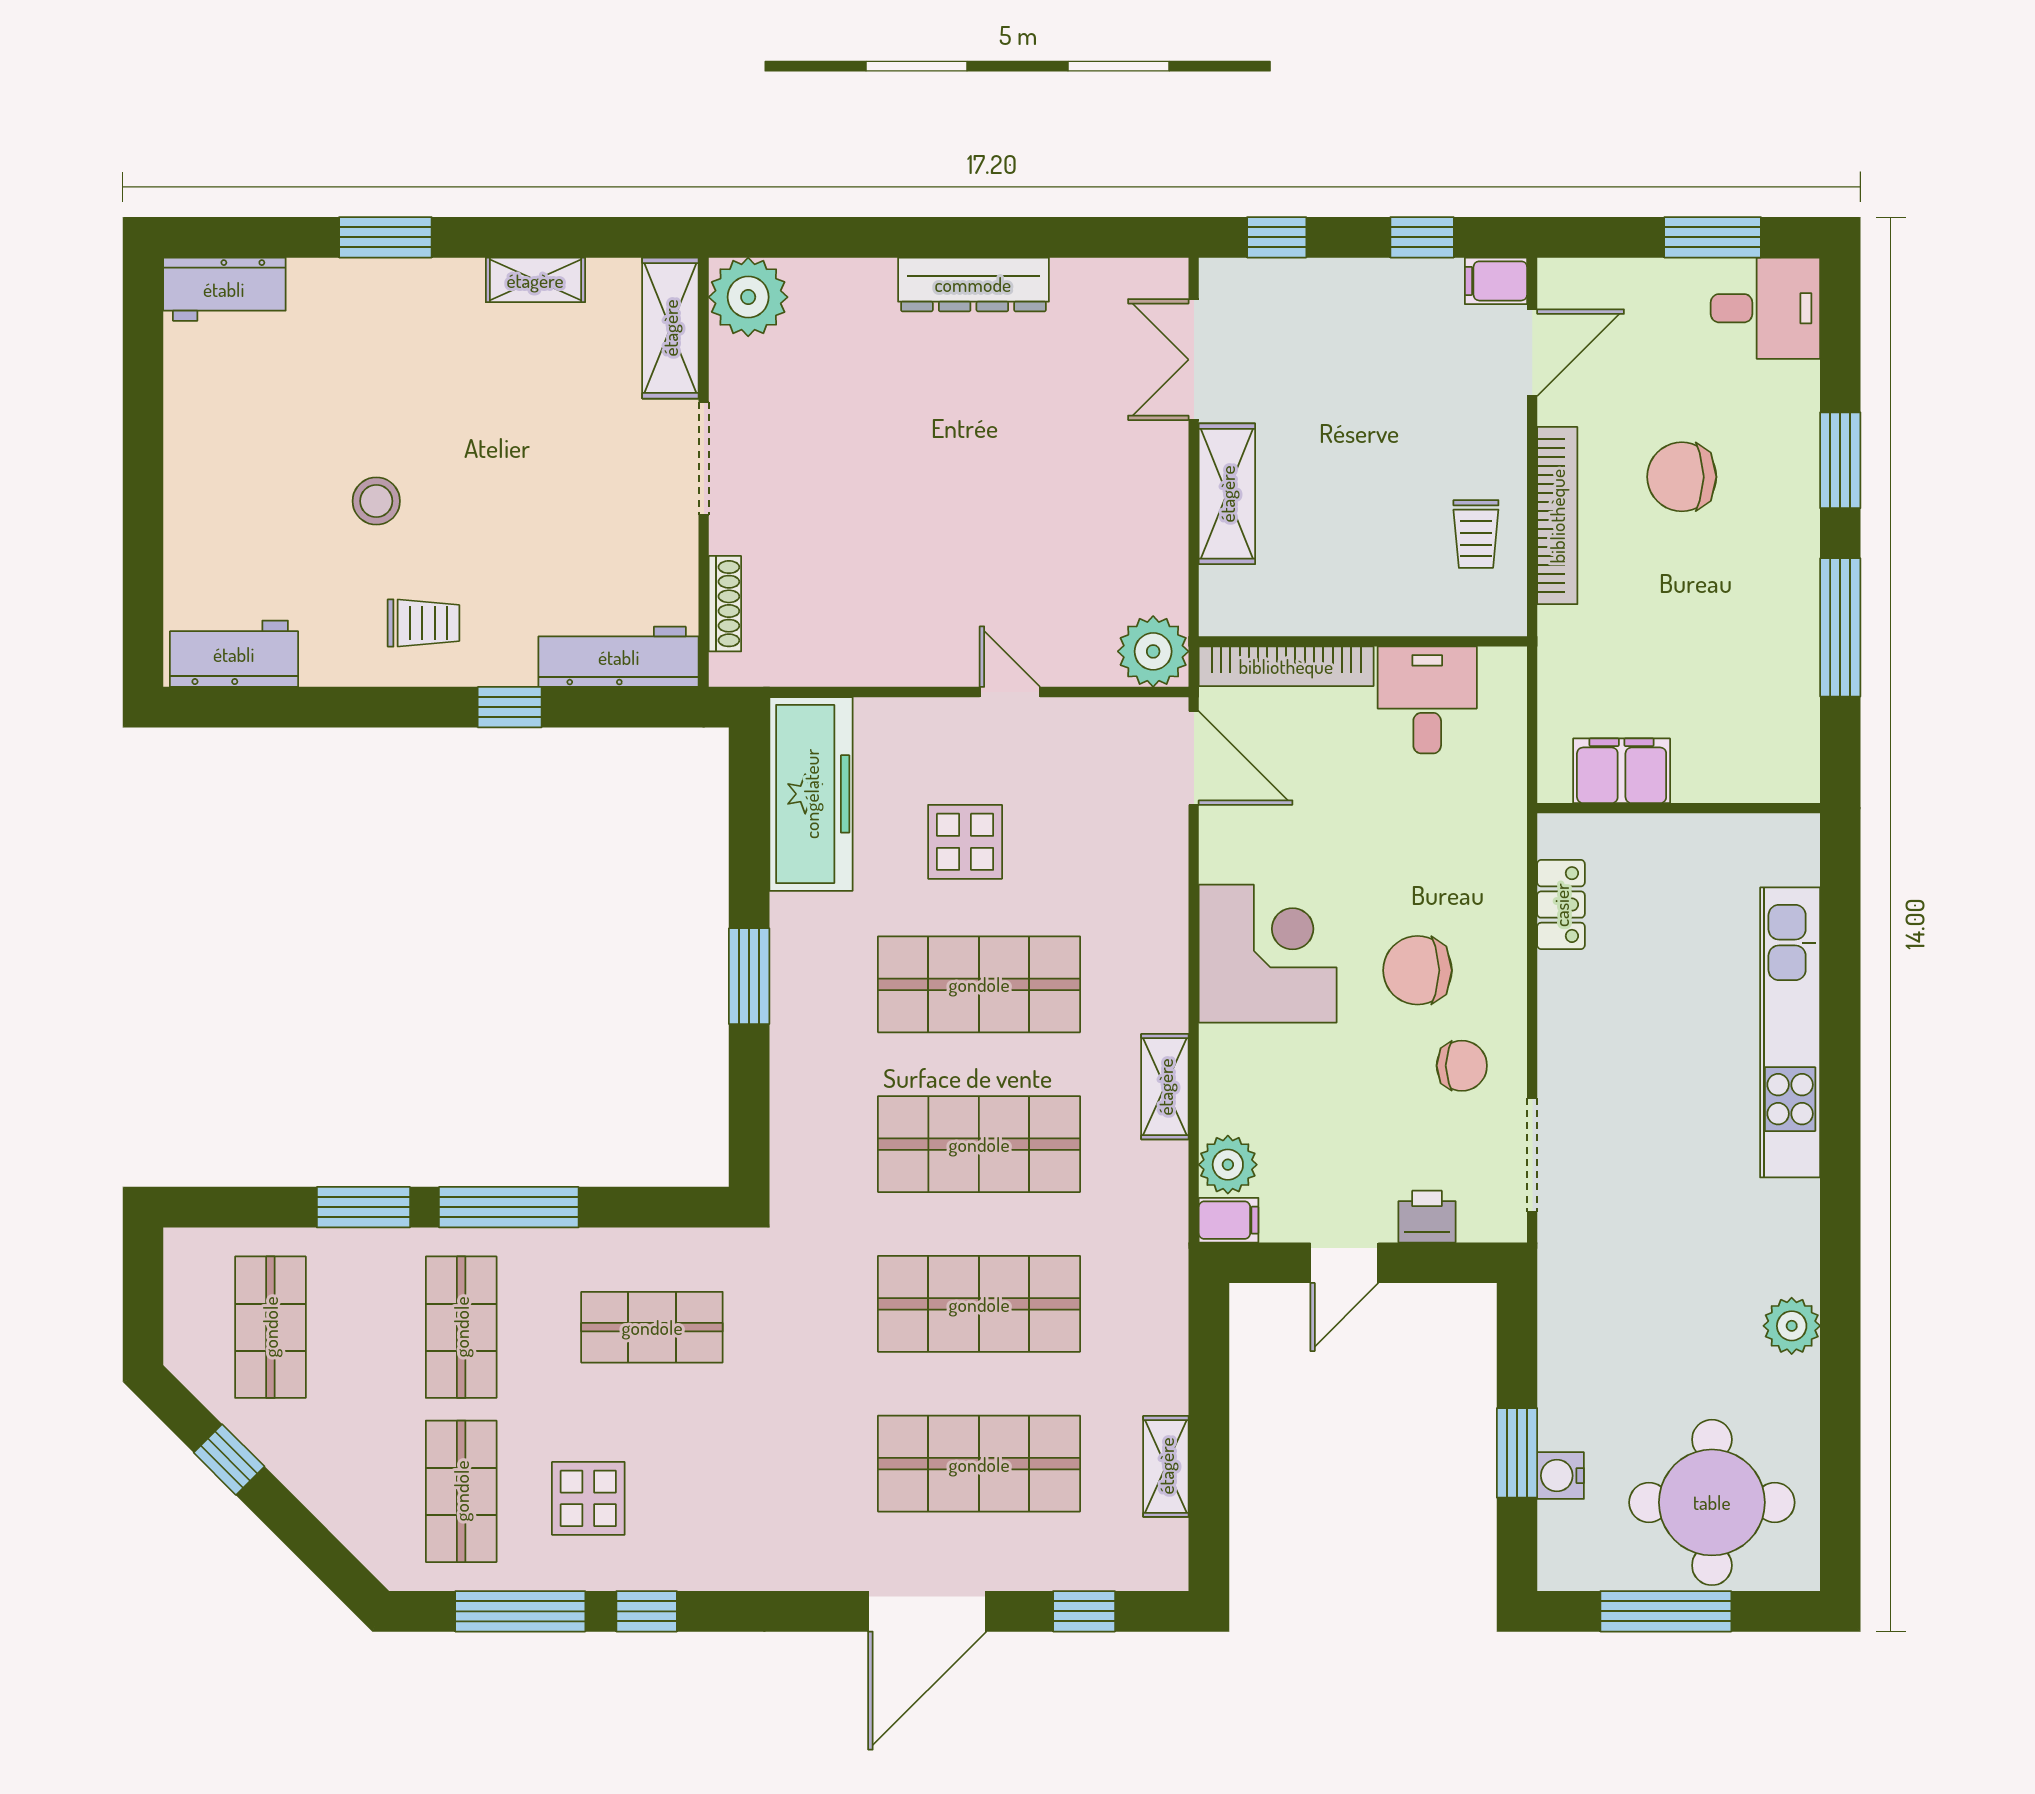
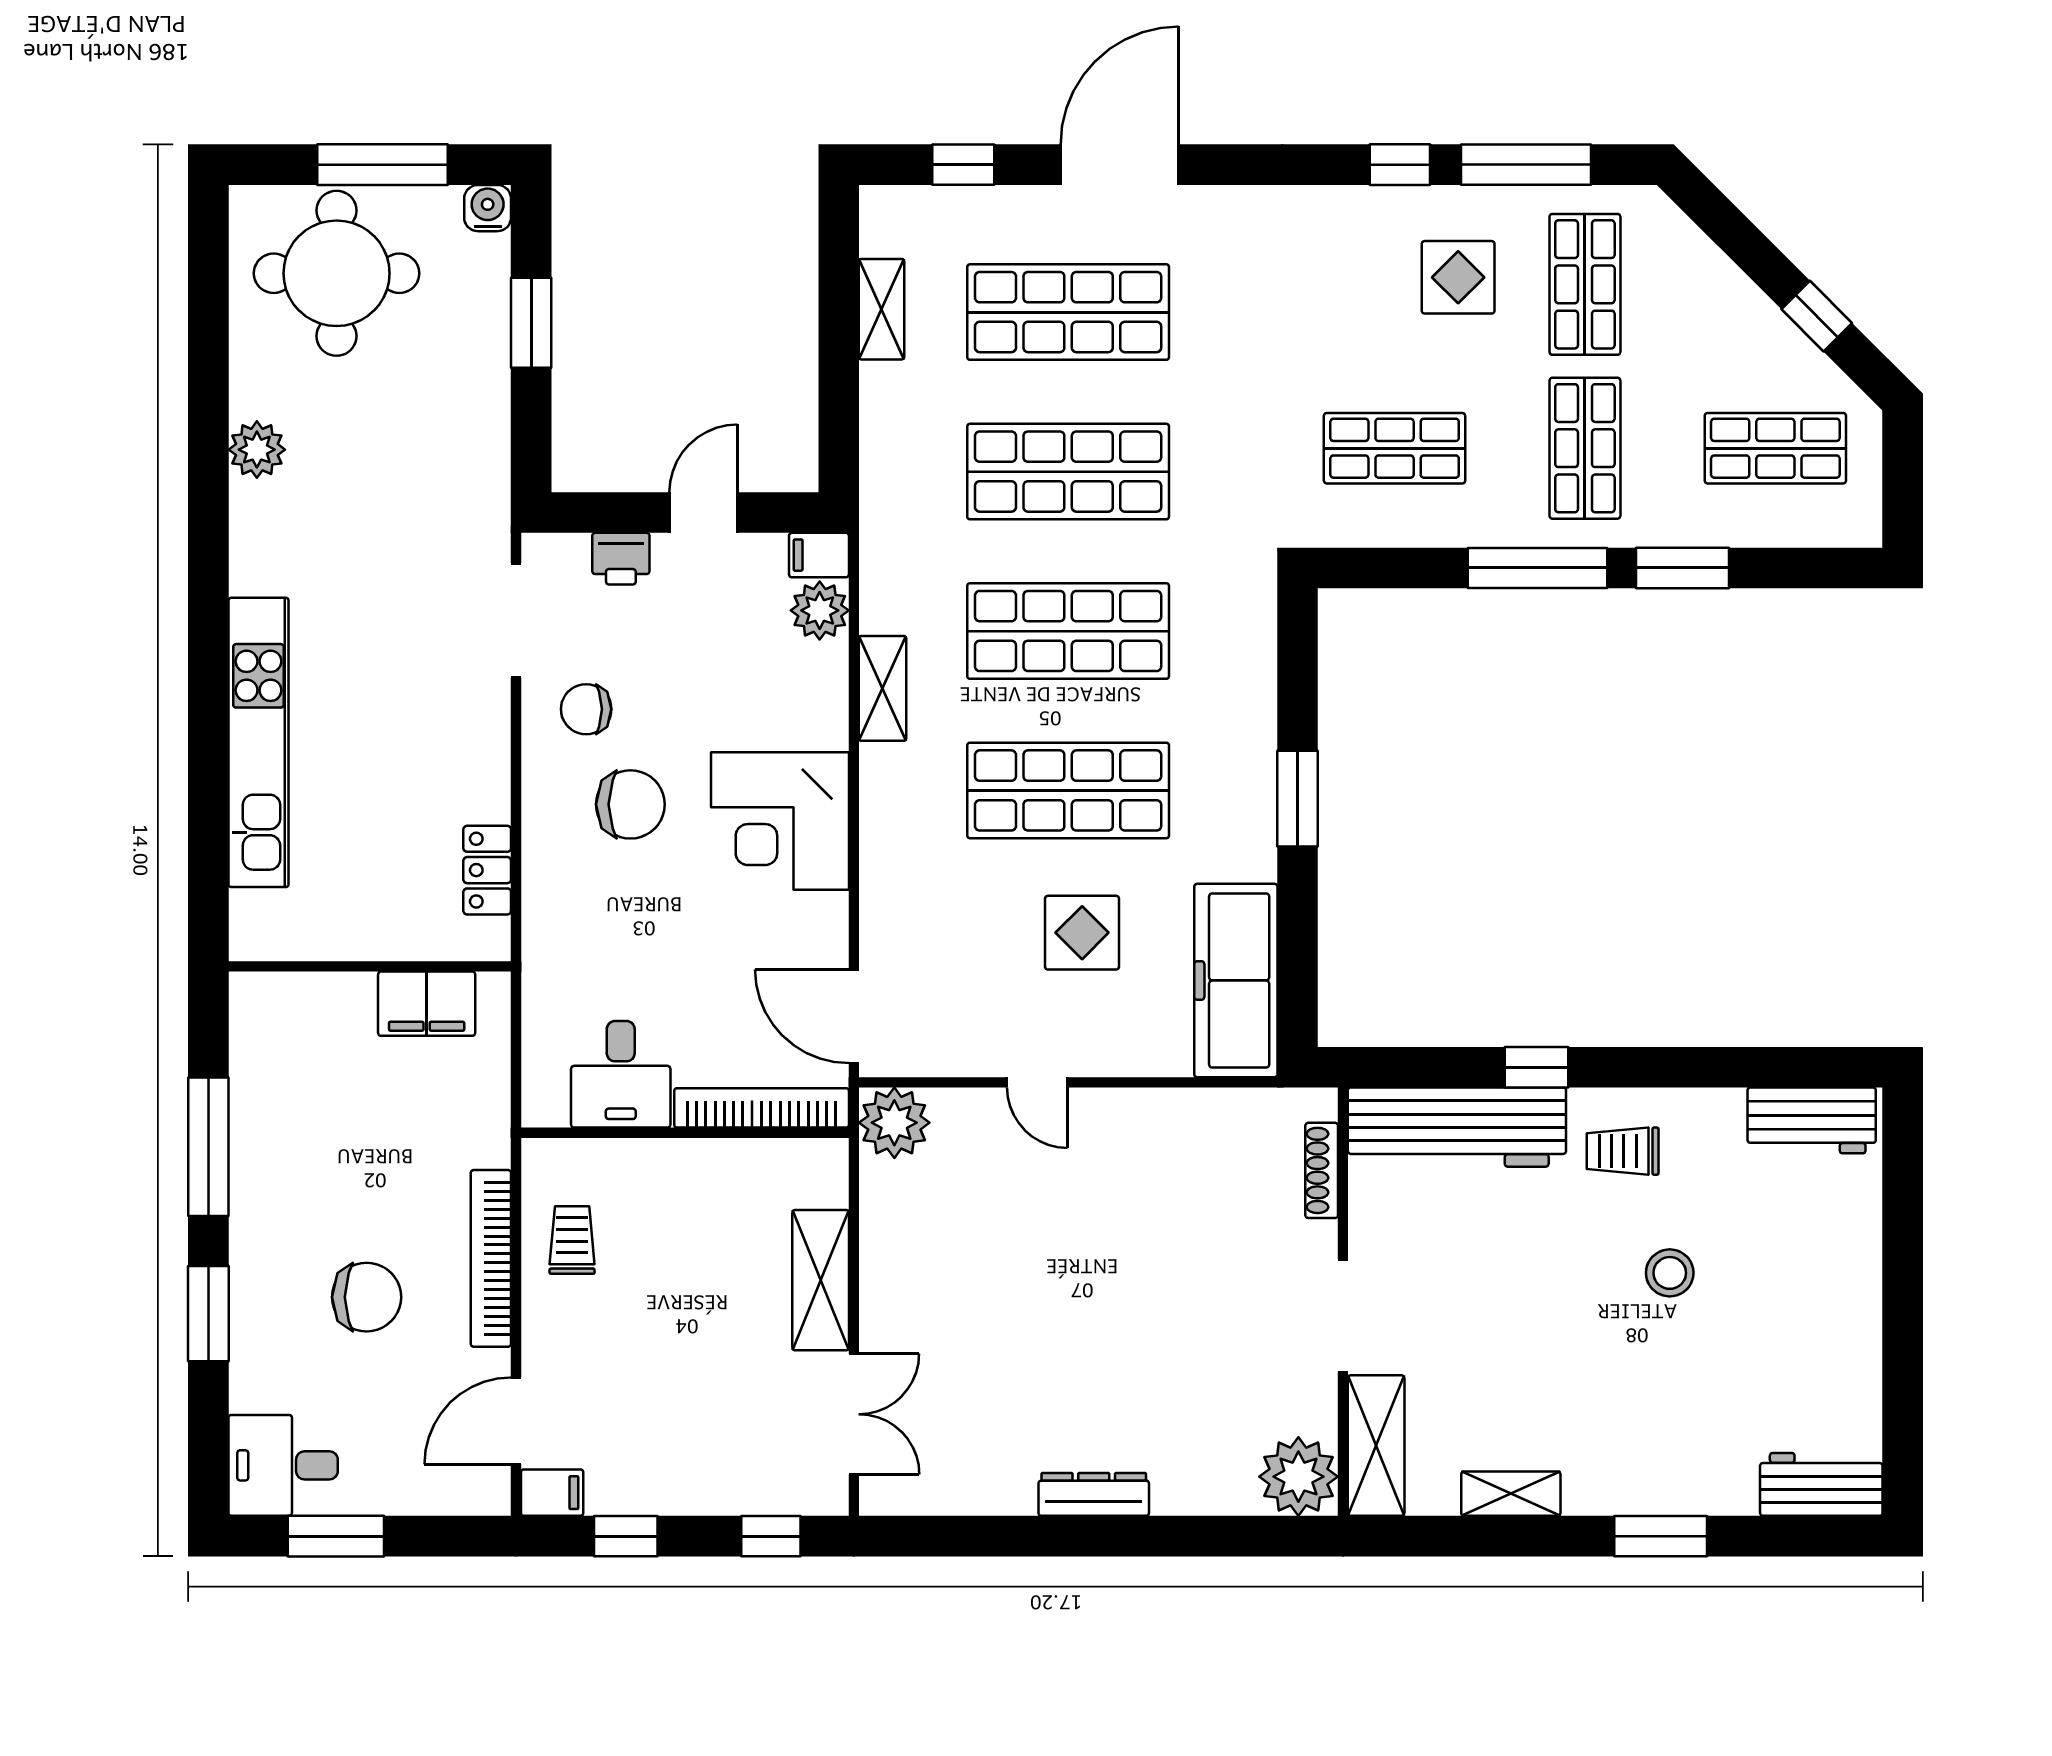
dresser: (973, 284) -> (1094, 1494), width x0.73, depth x0.80
workbench: (619, 657) -> (1457, 1127), width x1.36, depth x1.32
shop shelf: (270, 1327) -> (1775, 448), turned 90
water cooler: (1561, 1476) -> (488, 208), moved, turned -90

